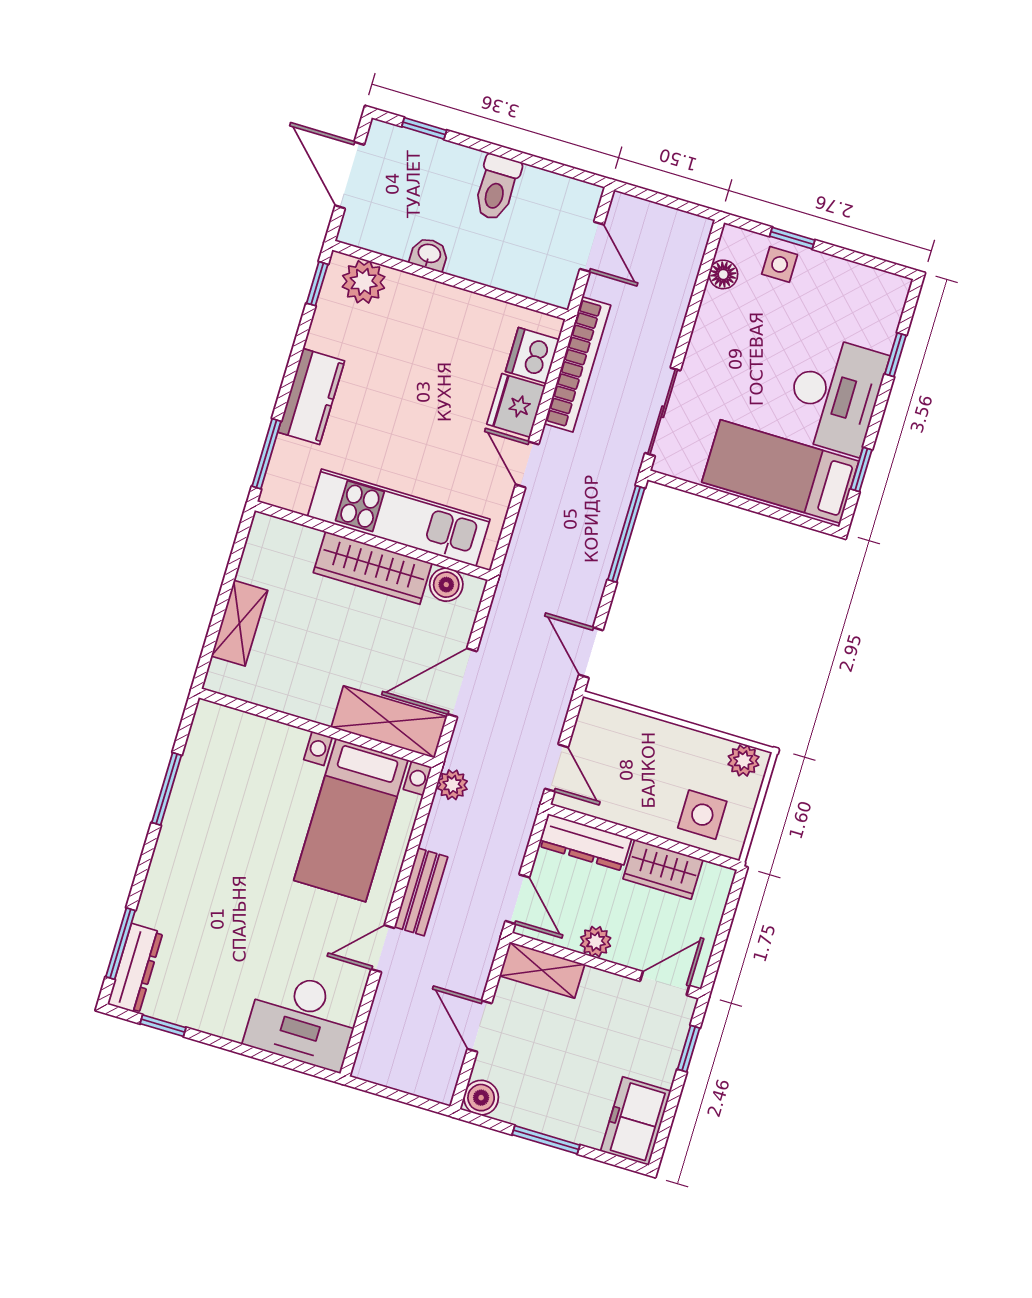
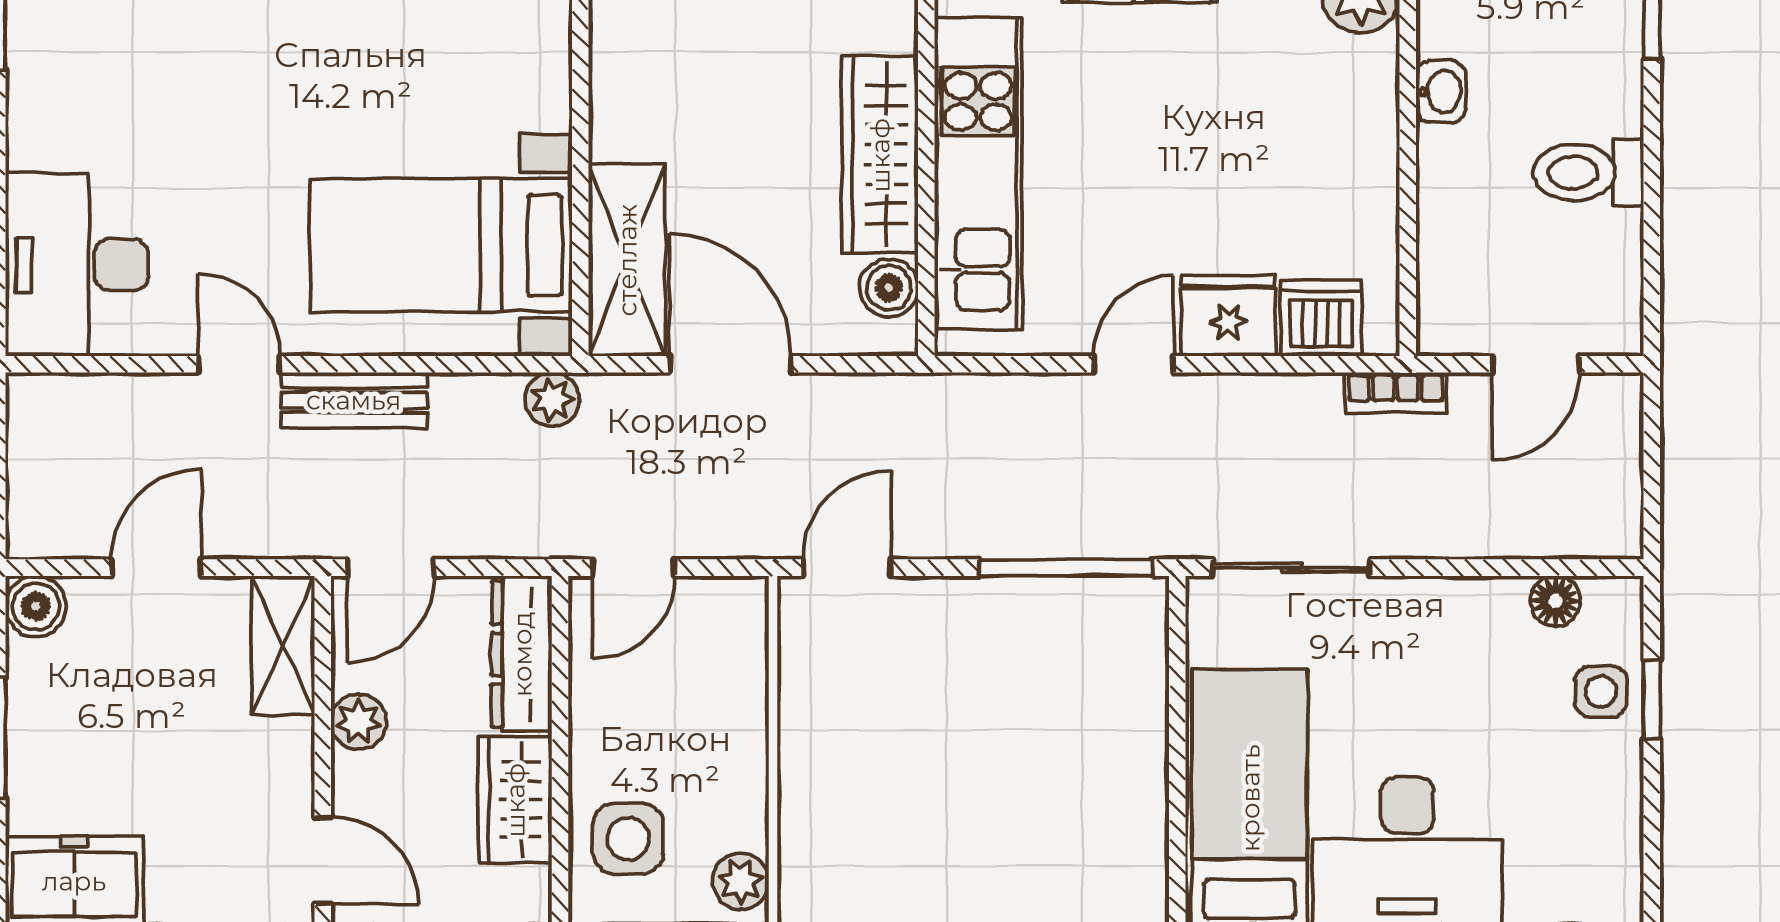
bookcase: (577, 364) -> (1396, 393), width x0.43, depth x0.76

